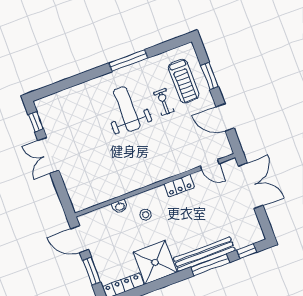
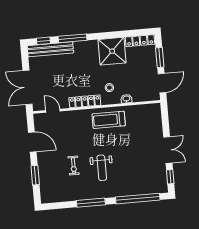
treadmill: (184, 81) -> (109, 120), moved, turned -90
window: (70, 82) -> (138, 199), added
weight bench: (127, 109) -> (102, 168), width x0.73, depth x0.75
locker: (179, 186) -> (85, 101), width x1.53
door: (80, 239) -> (162, 83), hinge flipped
bench: (204, 254) -> (50, 49), moved

